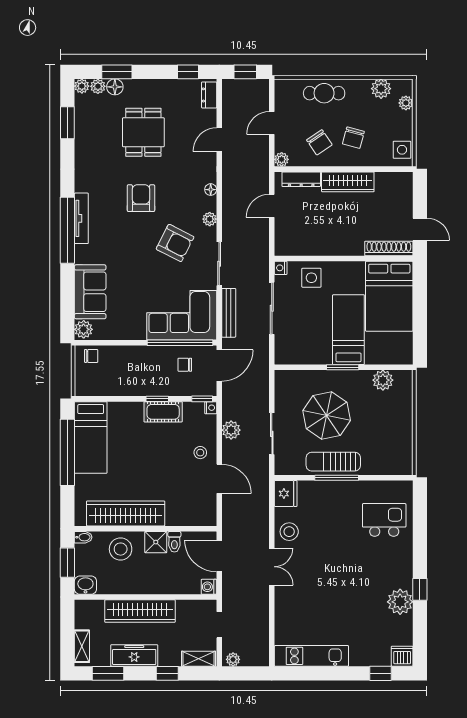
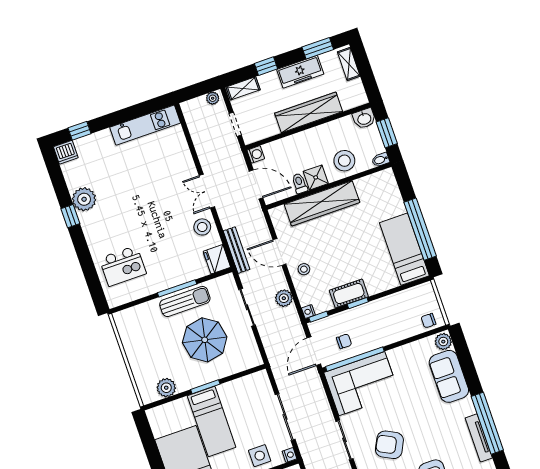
bench: (229, 313) -> (237, 250), moved
wardrobe: (126, 513) -> (322, 203), moved

